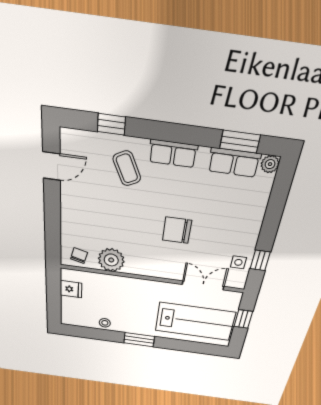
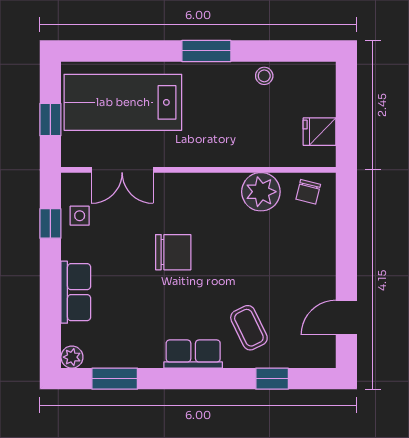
row of seats: (234, 162) -> (76, 292), moved, turned 90

